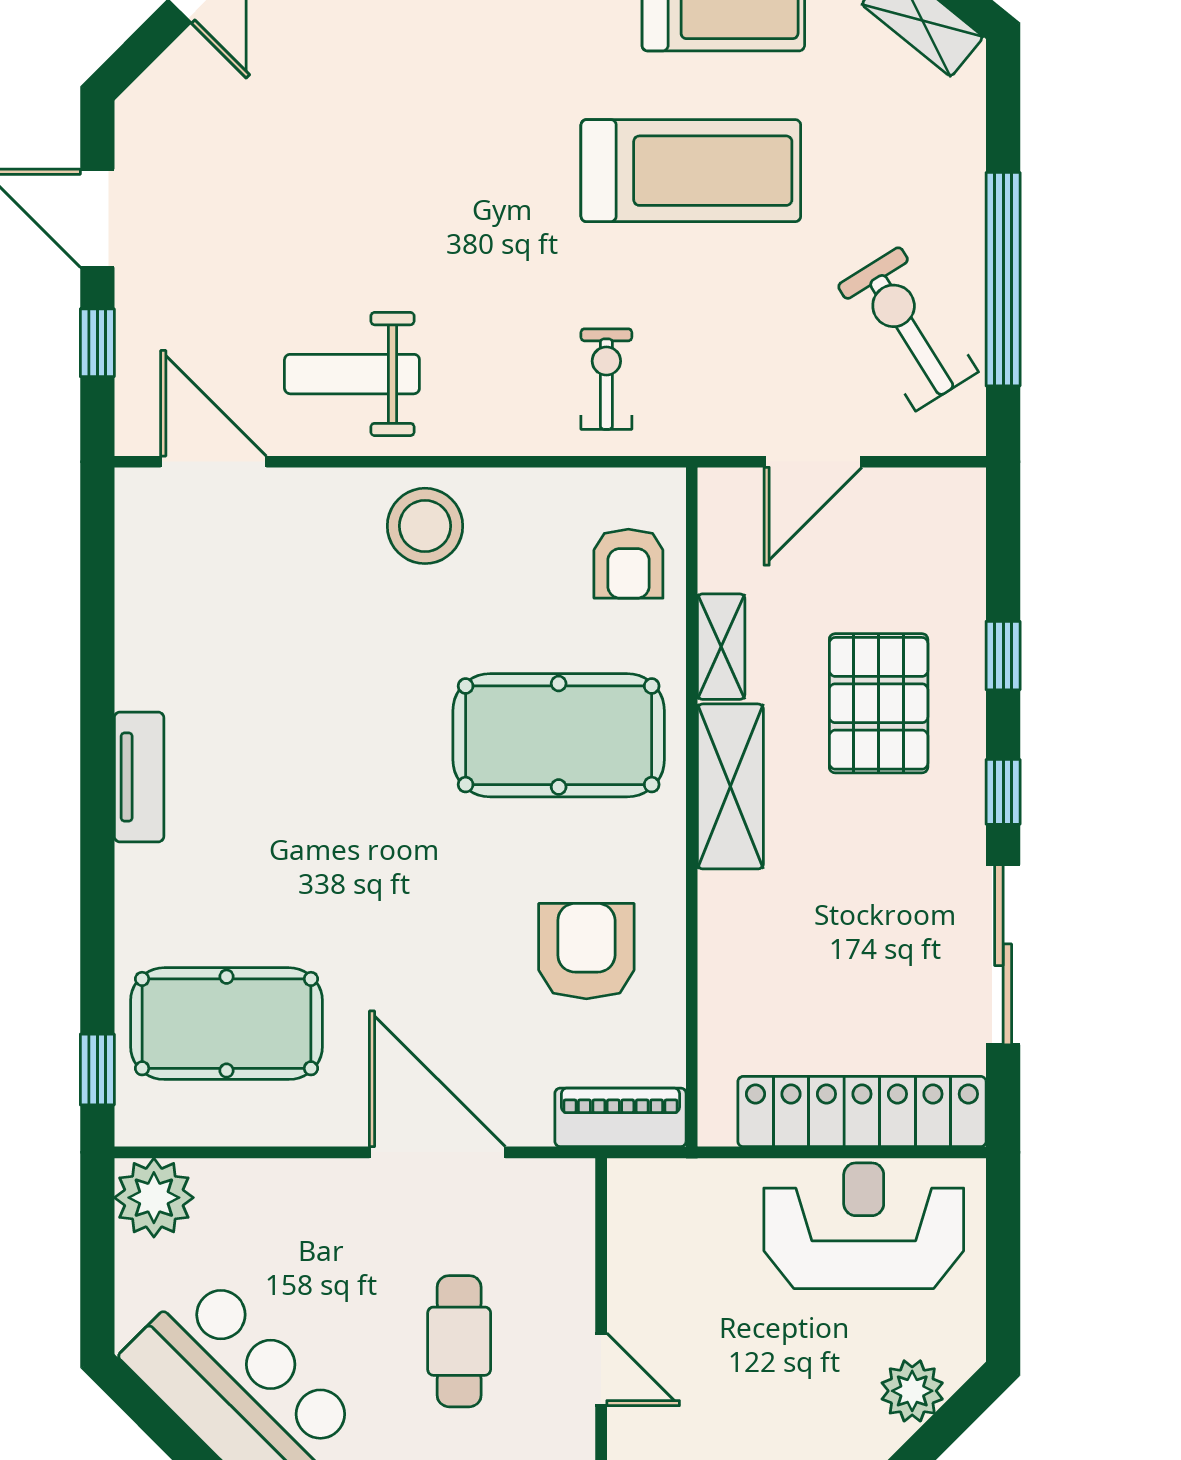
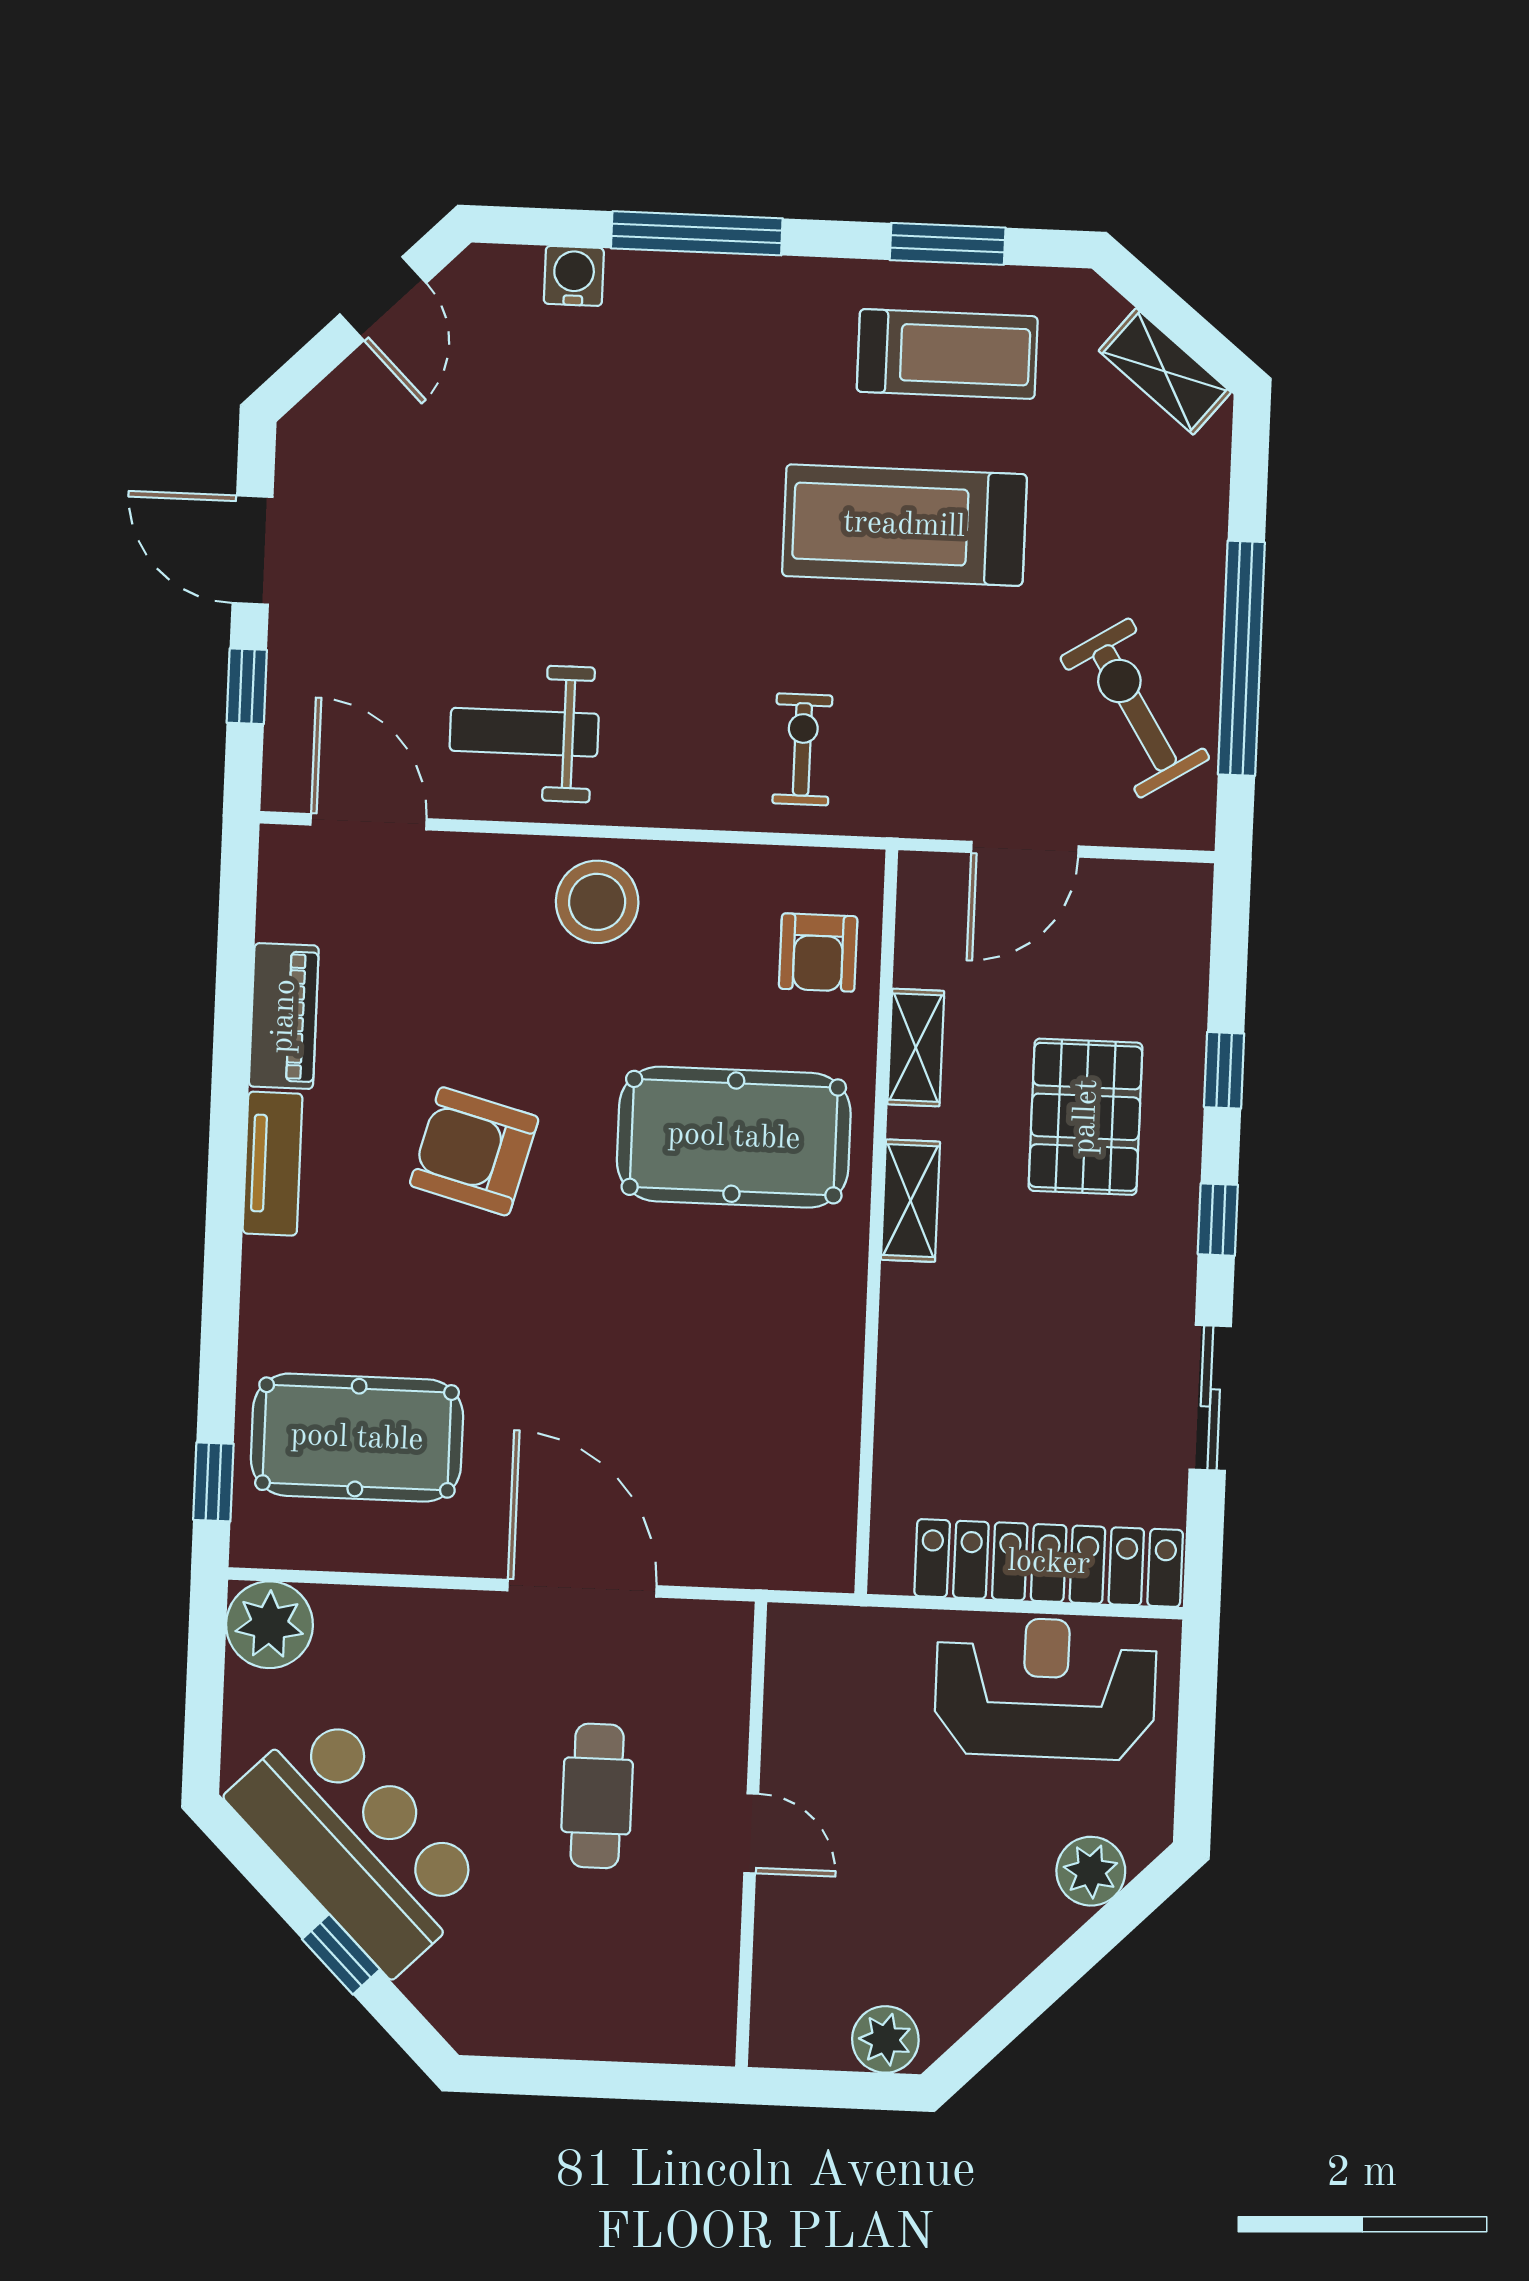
treadmill: (691, 171) -> (904, 525), turned 180
shelving: (730, 786) -> (910, 1201), width x0.67, depth x0.75
armchair: (586, 951) -> (474, 1151), moved, turned -75
sliding door: (1003, 955) -> (1210, 1398), width x0.73
piano: (620, 1117) -> (284, 1016), moved, turned 90

